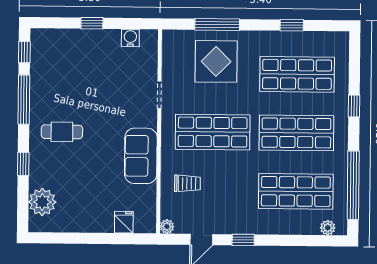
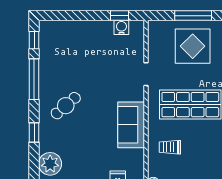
window: (92, 23) -> (120, 16), moved
cafe table: (62, 132) -> (66, 106), turned -41
trolley: (187, 183) -> (170, 147), turned 180

